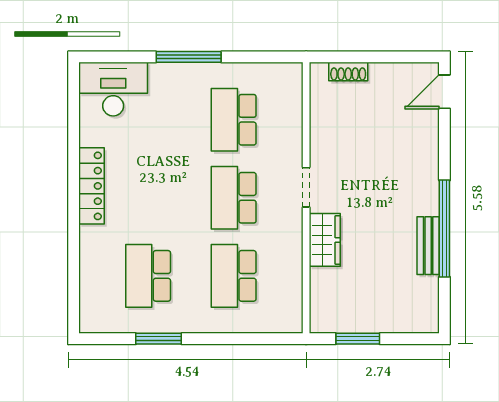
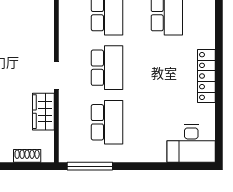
window: (189, 57) -> (90, 166), moved
wardrobe: (325, 240) -> (43, 112), moved

